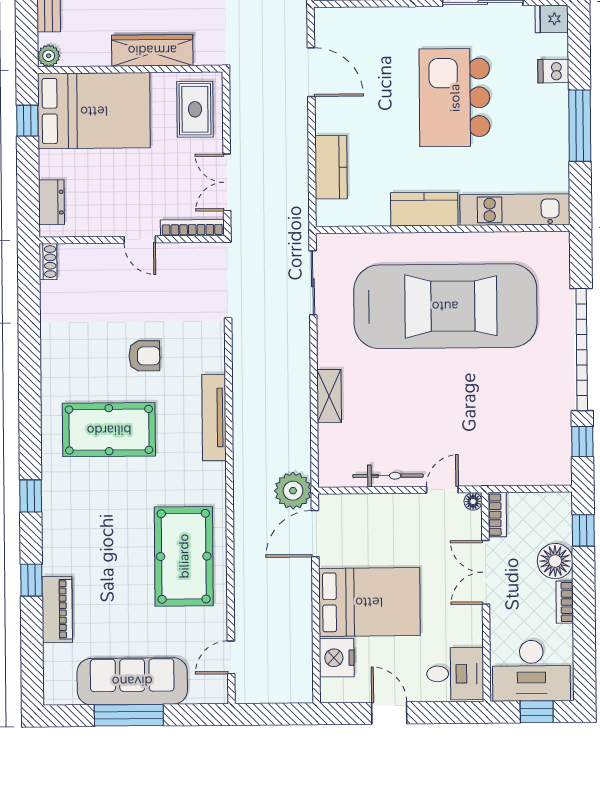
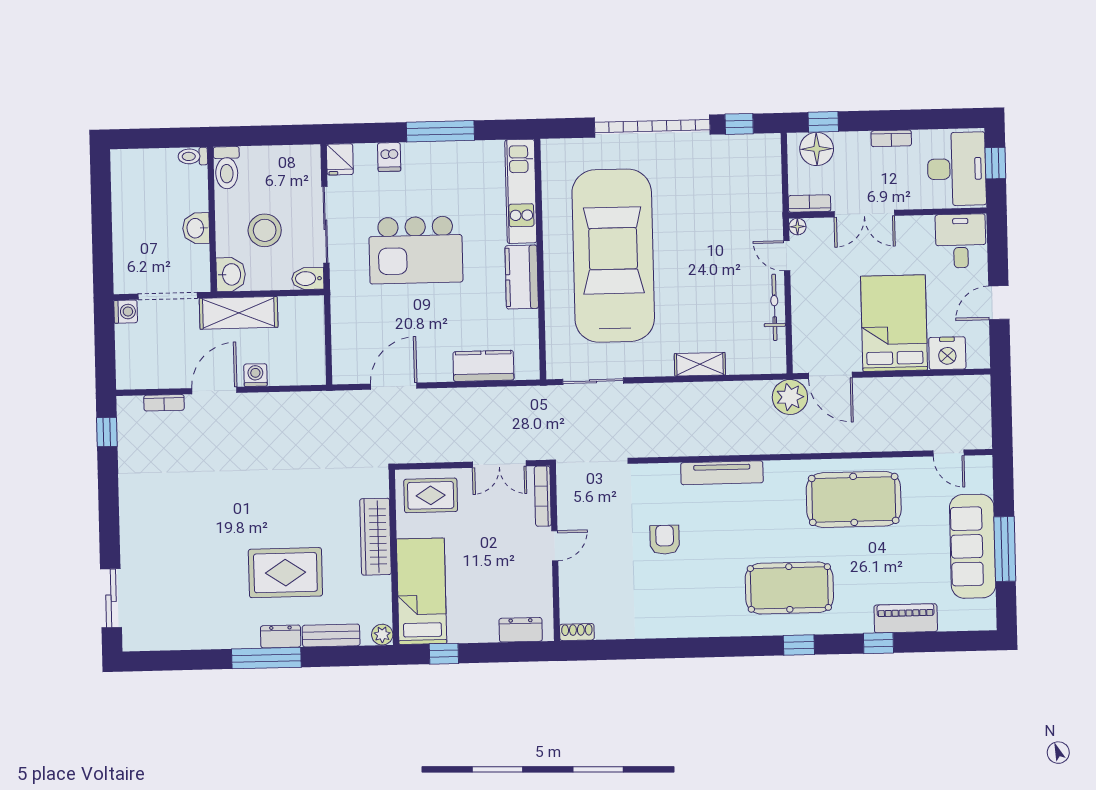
bed: (94, 111) -> (422, 591), width x0.67
pool table: (109, 430) -> (789, 588), moved, turned 90
floor lamp: (555, 561) -> (817, 149), moved

